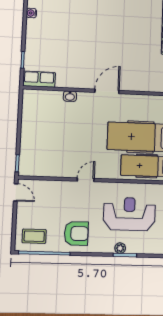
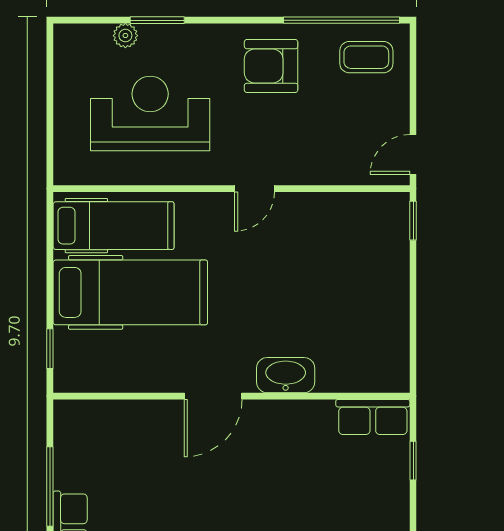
washbasin: (70, 96) -> (286, 375), width x1.91, depth x1.45
door: (16, 192) -> (413, 155), hinge flipped
reception desk: (129, 214) -> (150, 113), turned 180
plant: (120, 248) -> (125, 36), moved

